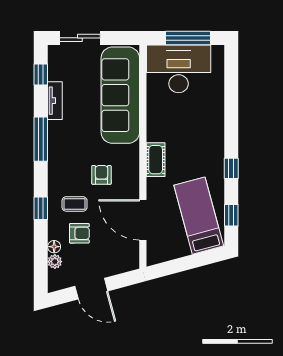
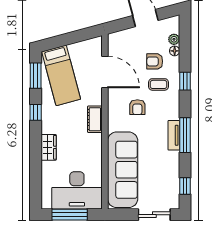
tv unit: (55, 101) -> (174, 135), moved
wardrobe: (215, 124) -> (49, 147), added
window: (231, 215) -> (36, 76), width x1.50

